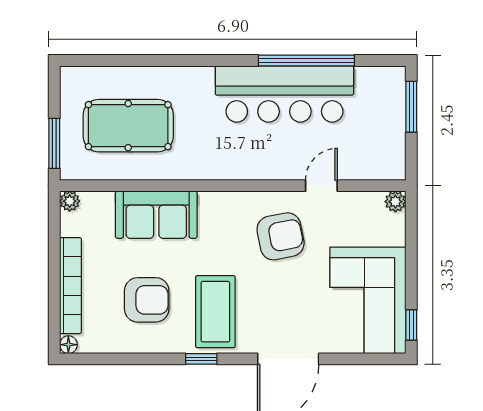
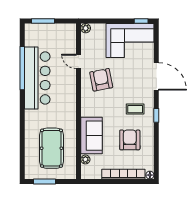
window: (54, 143) -> (44, 181), moved
plant: (70, 201) -> (85, 159), moved
coffee table: (215, 312) -> (135, 109), width x0.54, depth x0.58

